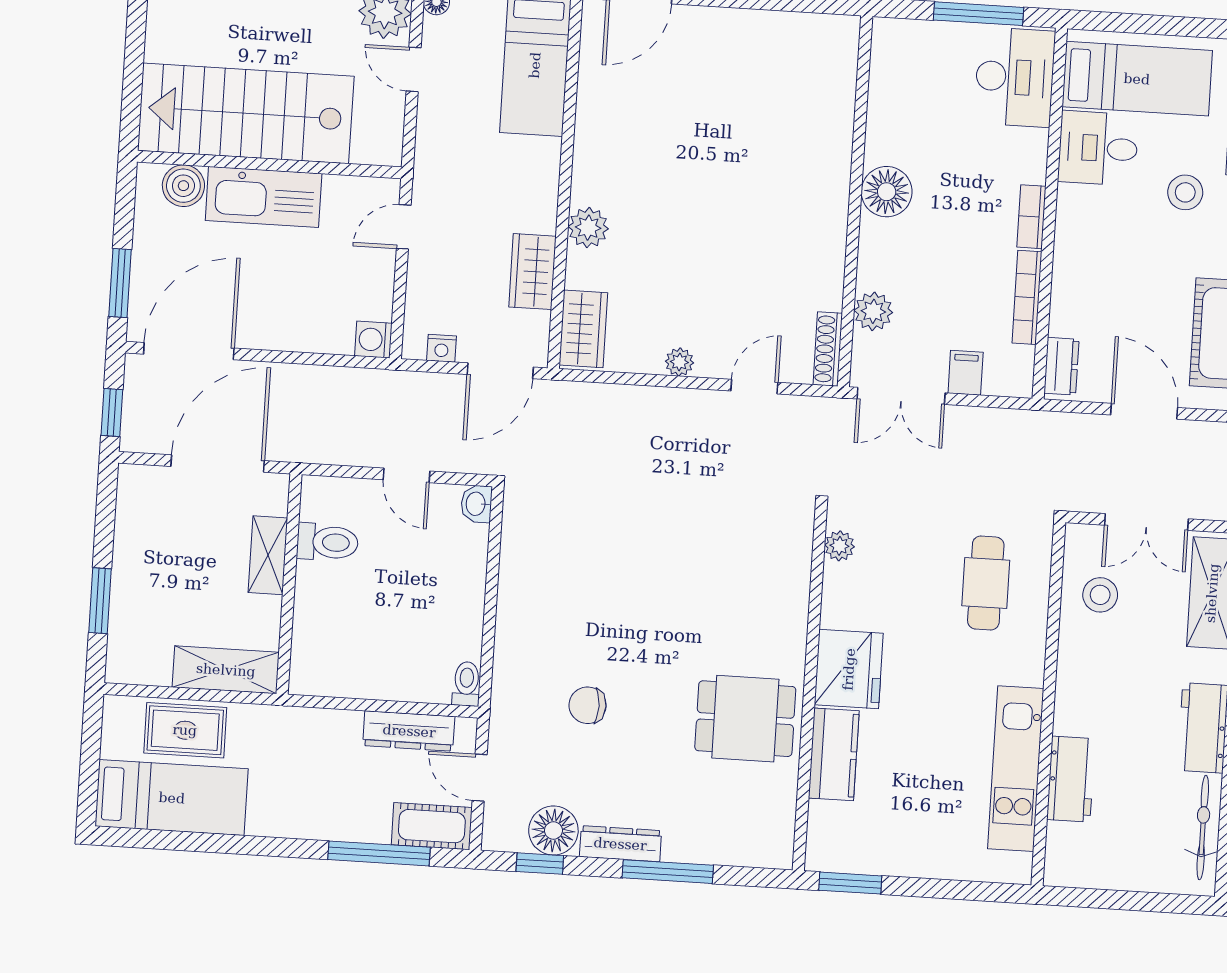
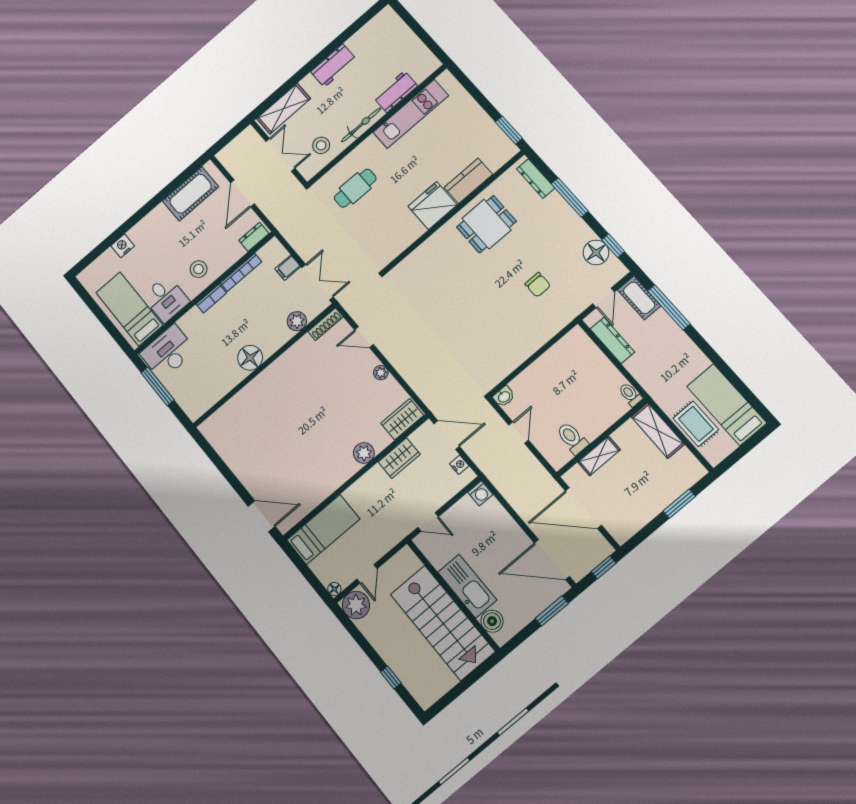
stool: (1185, 192) -> (199, 269), moved
plant: (839, 546) -> (392, 252), removed
toilet: (466, 684) -> (630, 395), moved, turned 90
dining table: (745, 719) -> (486, 224), turned 90
bicycle: (1203, 827) -> (361, 125), moved, turned 180
dresser: (620, 844) -> (536, 179), moved

